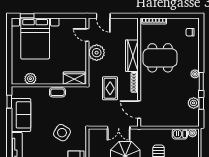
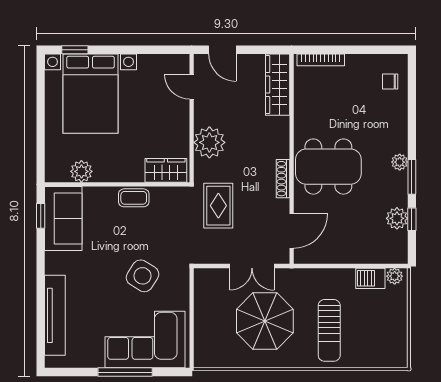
plant: (97, 53) -> (209, 142), moved
wardrobe: (132, 56) -> (278, 85), moved
dining table: (160, 58) -> (328, 167), moved
rug: (110, 88) -> (218, 206), moved
door: (139, 109) -> (292, 231), swing flipped
sofa: (21, 115) -> (63, 218), moved

